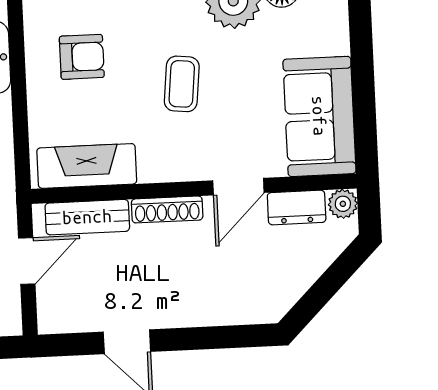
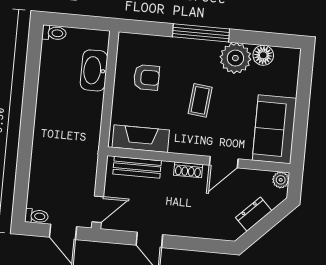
dresser: (297, 208) -> (254, 214), moved, turned 135
shoe rack: (167, 209) -> (188, 170), width x0.70
door: (27, 261) -> (98, 209), moved

